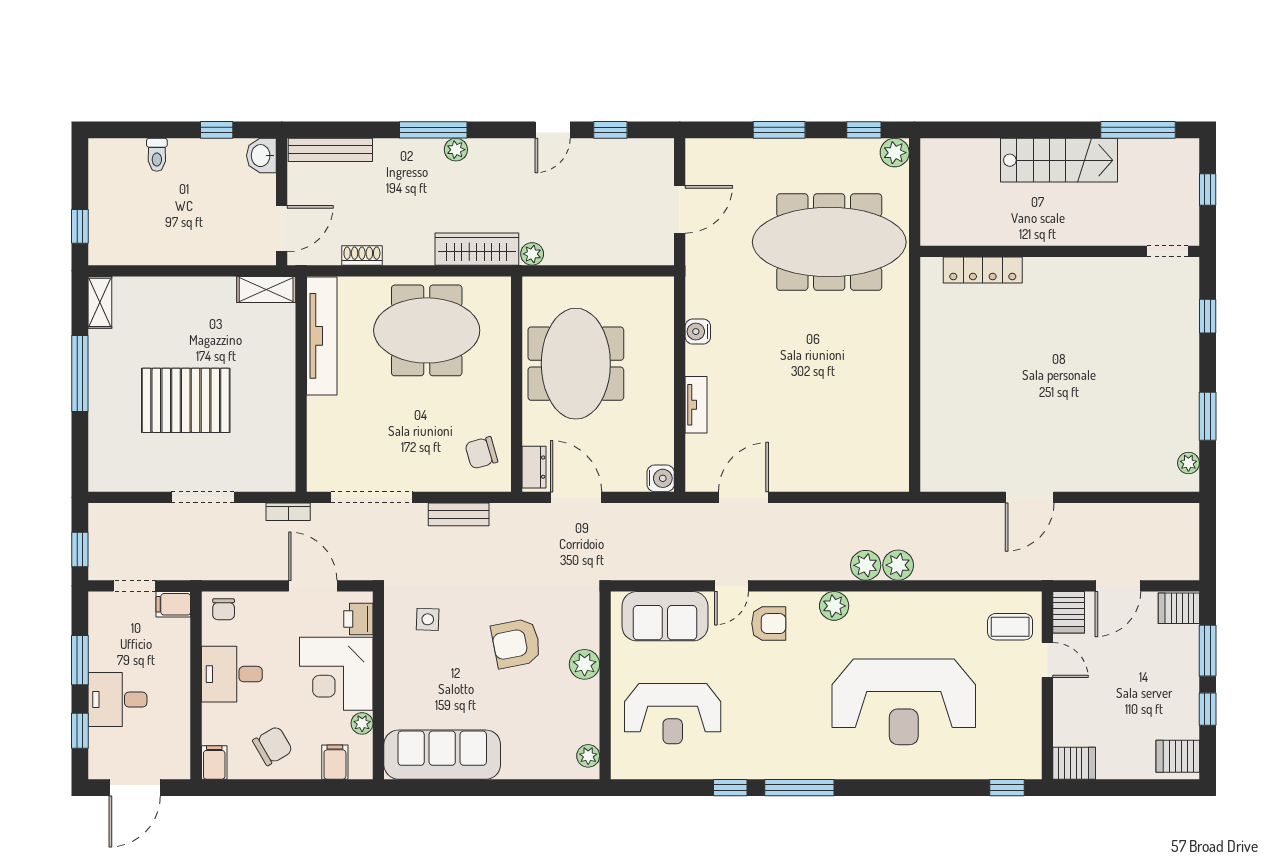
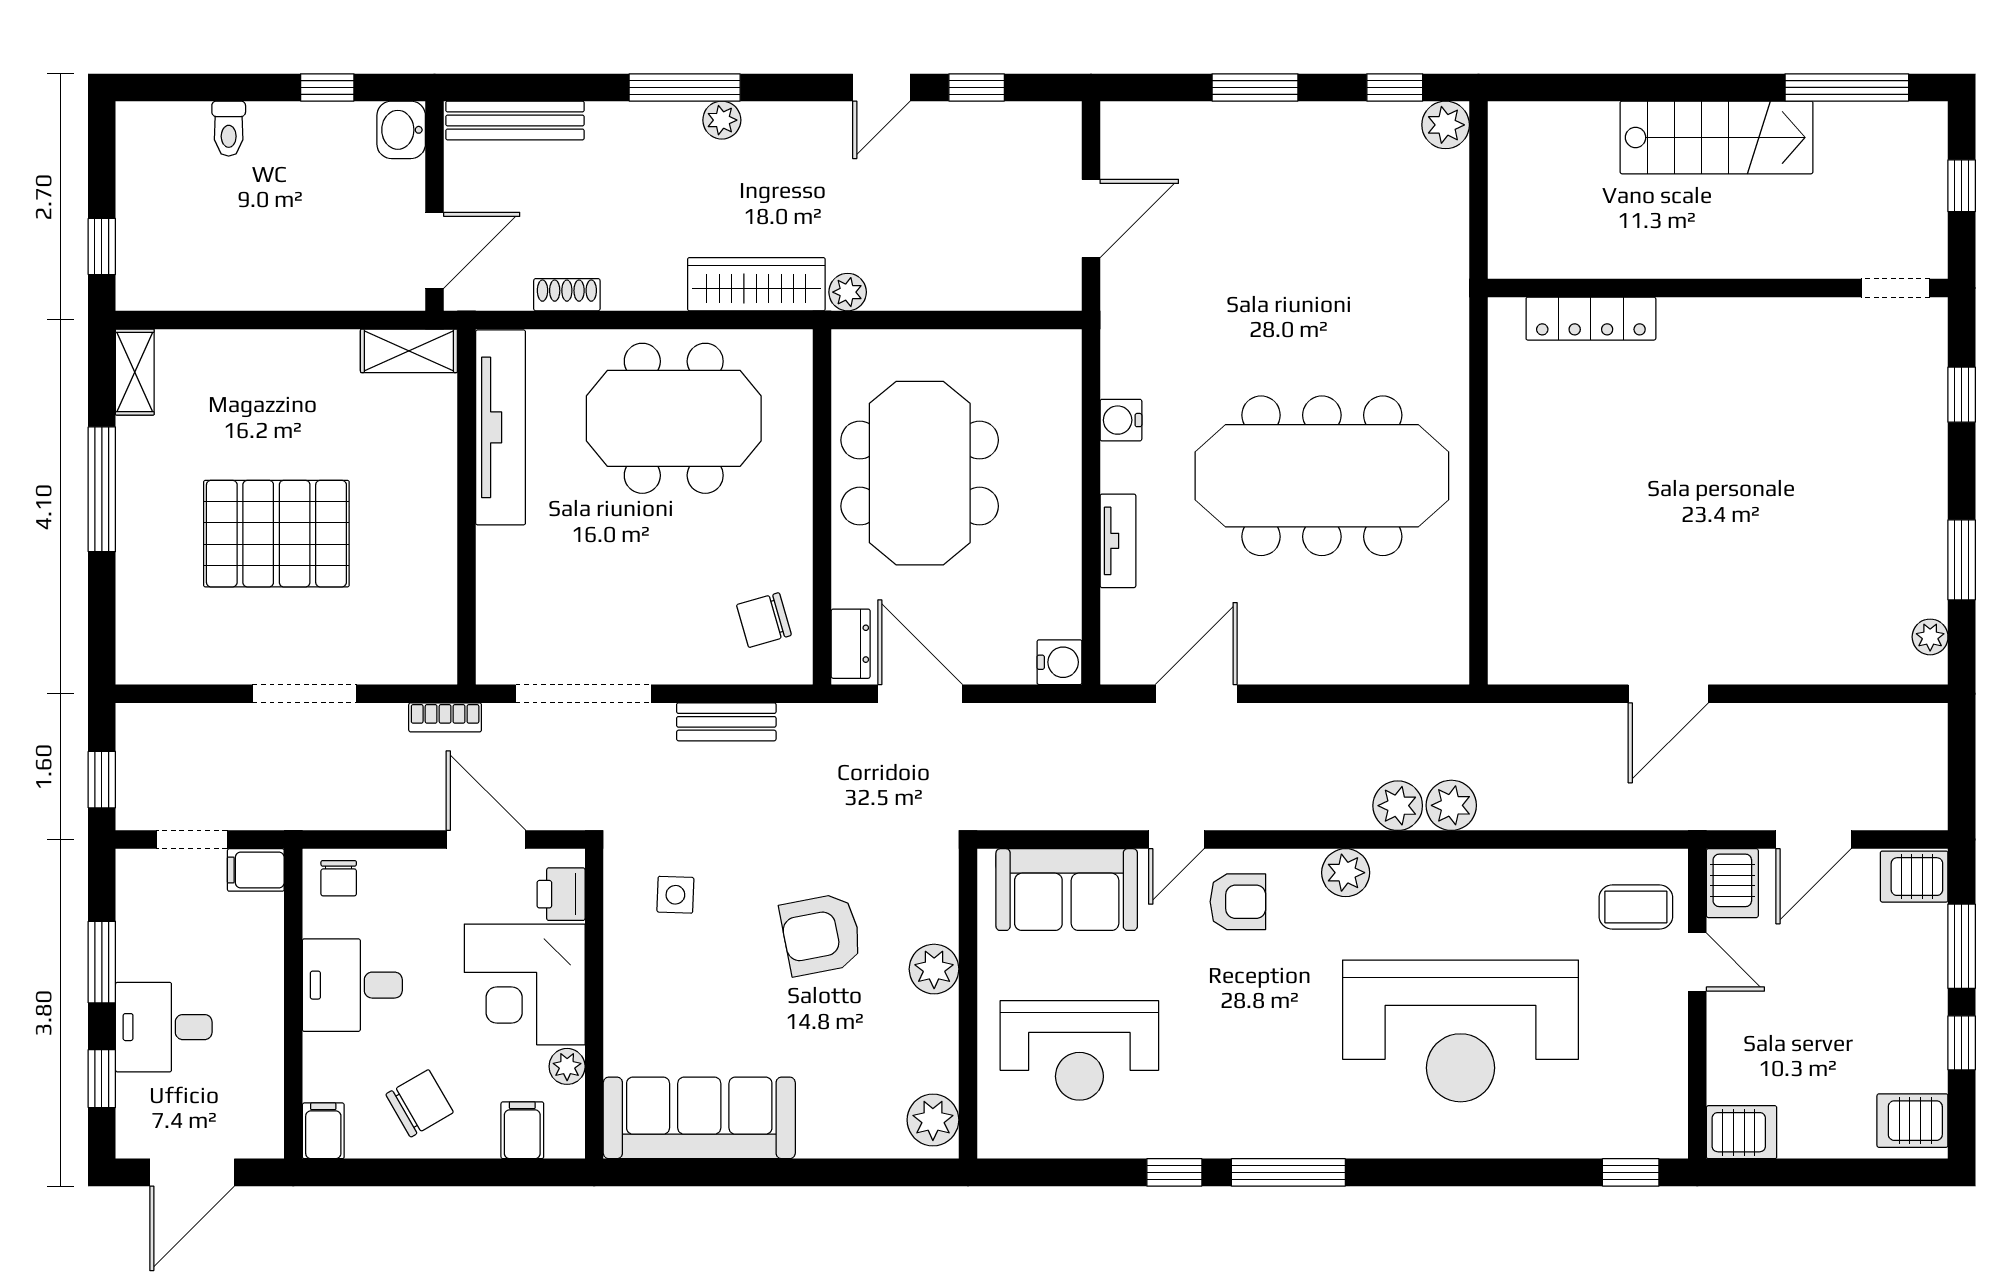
meeting table: (829, 242) -> (1322, 476), moved
plant: (588, 756) -> (933, 1120), width x1.38, depth x1.38

